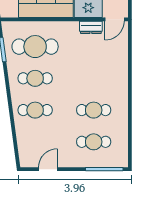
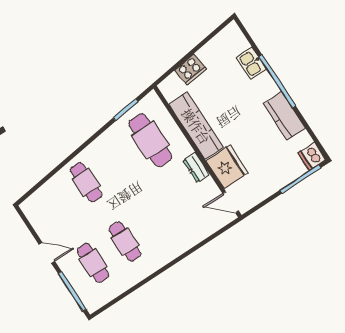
dresser: (91, 27) -> (196, 168), moved
cafe table: (35, 78) -> (118, 161), removed
door: (48, 169) -> (47, 253), moved

